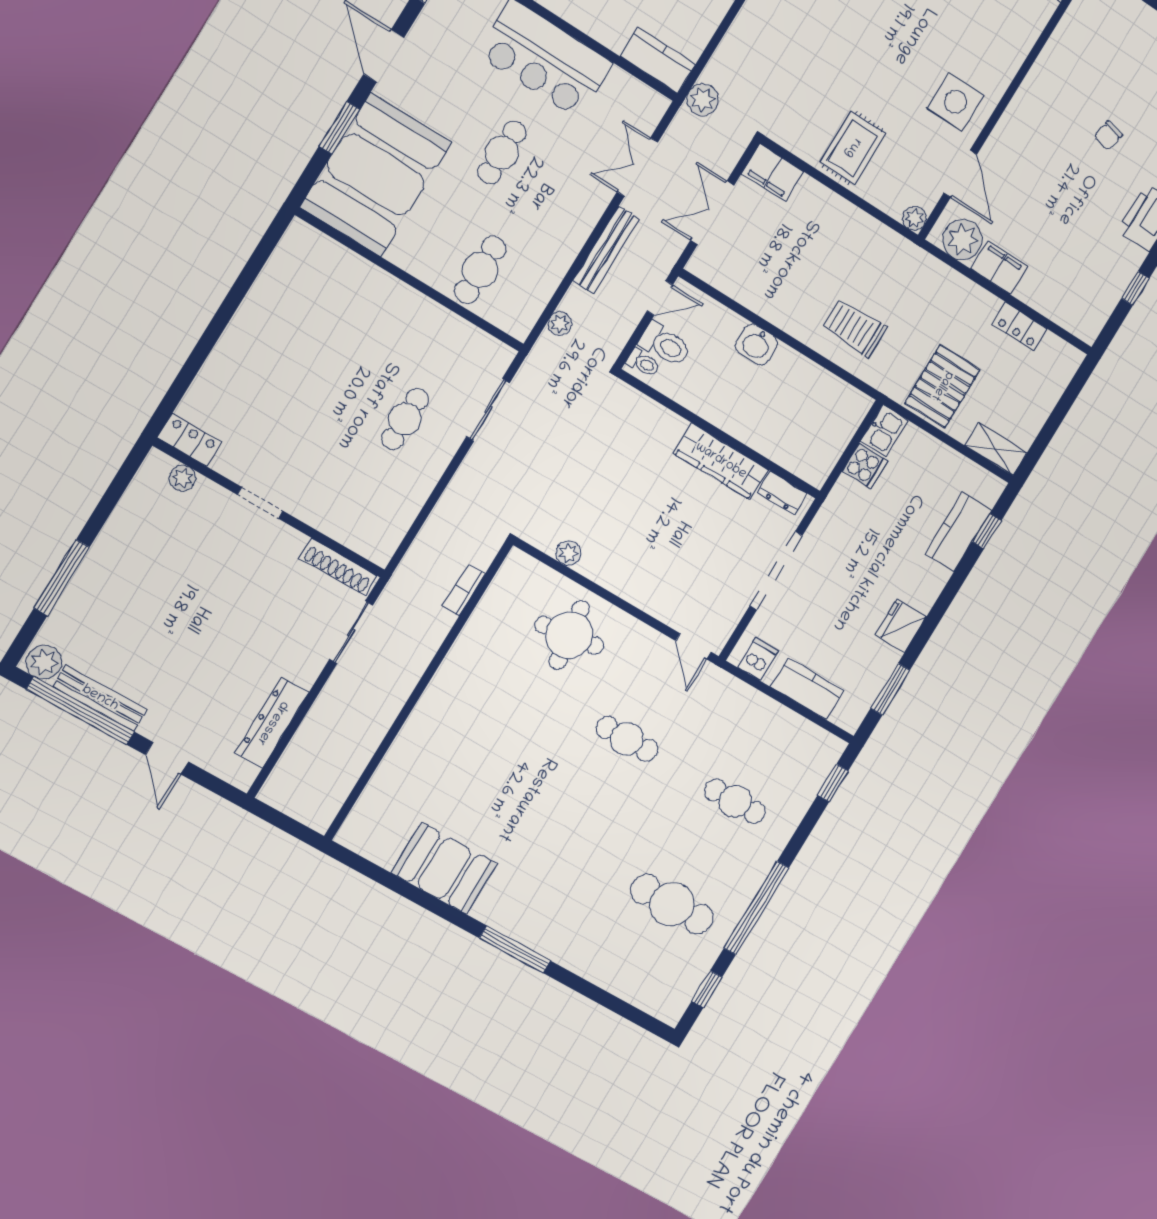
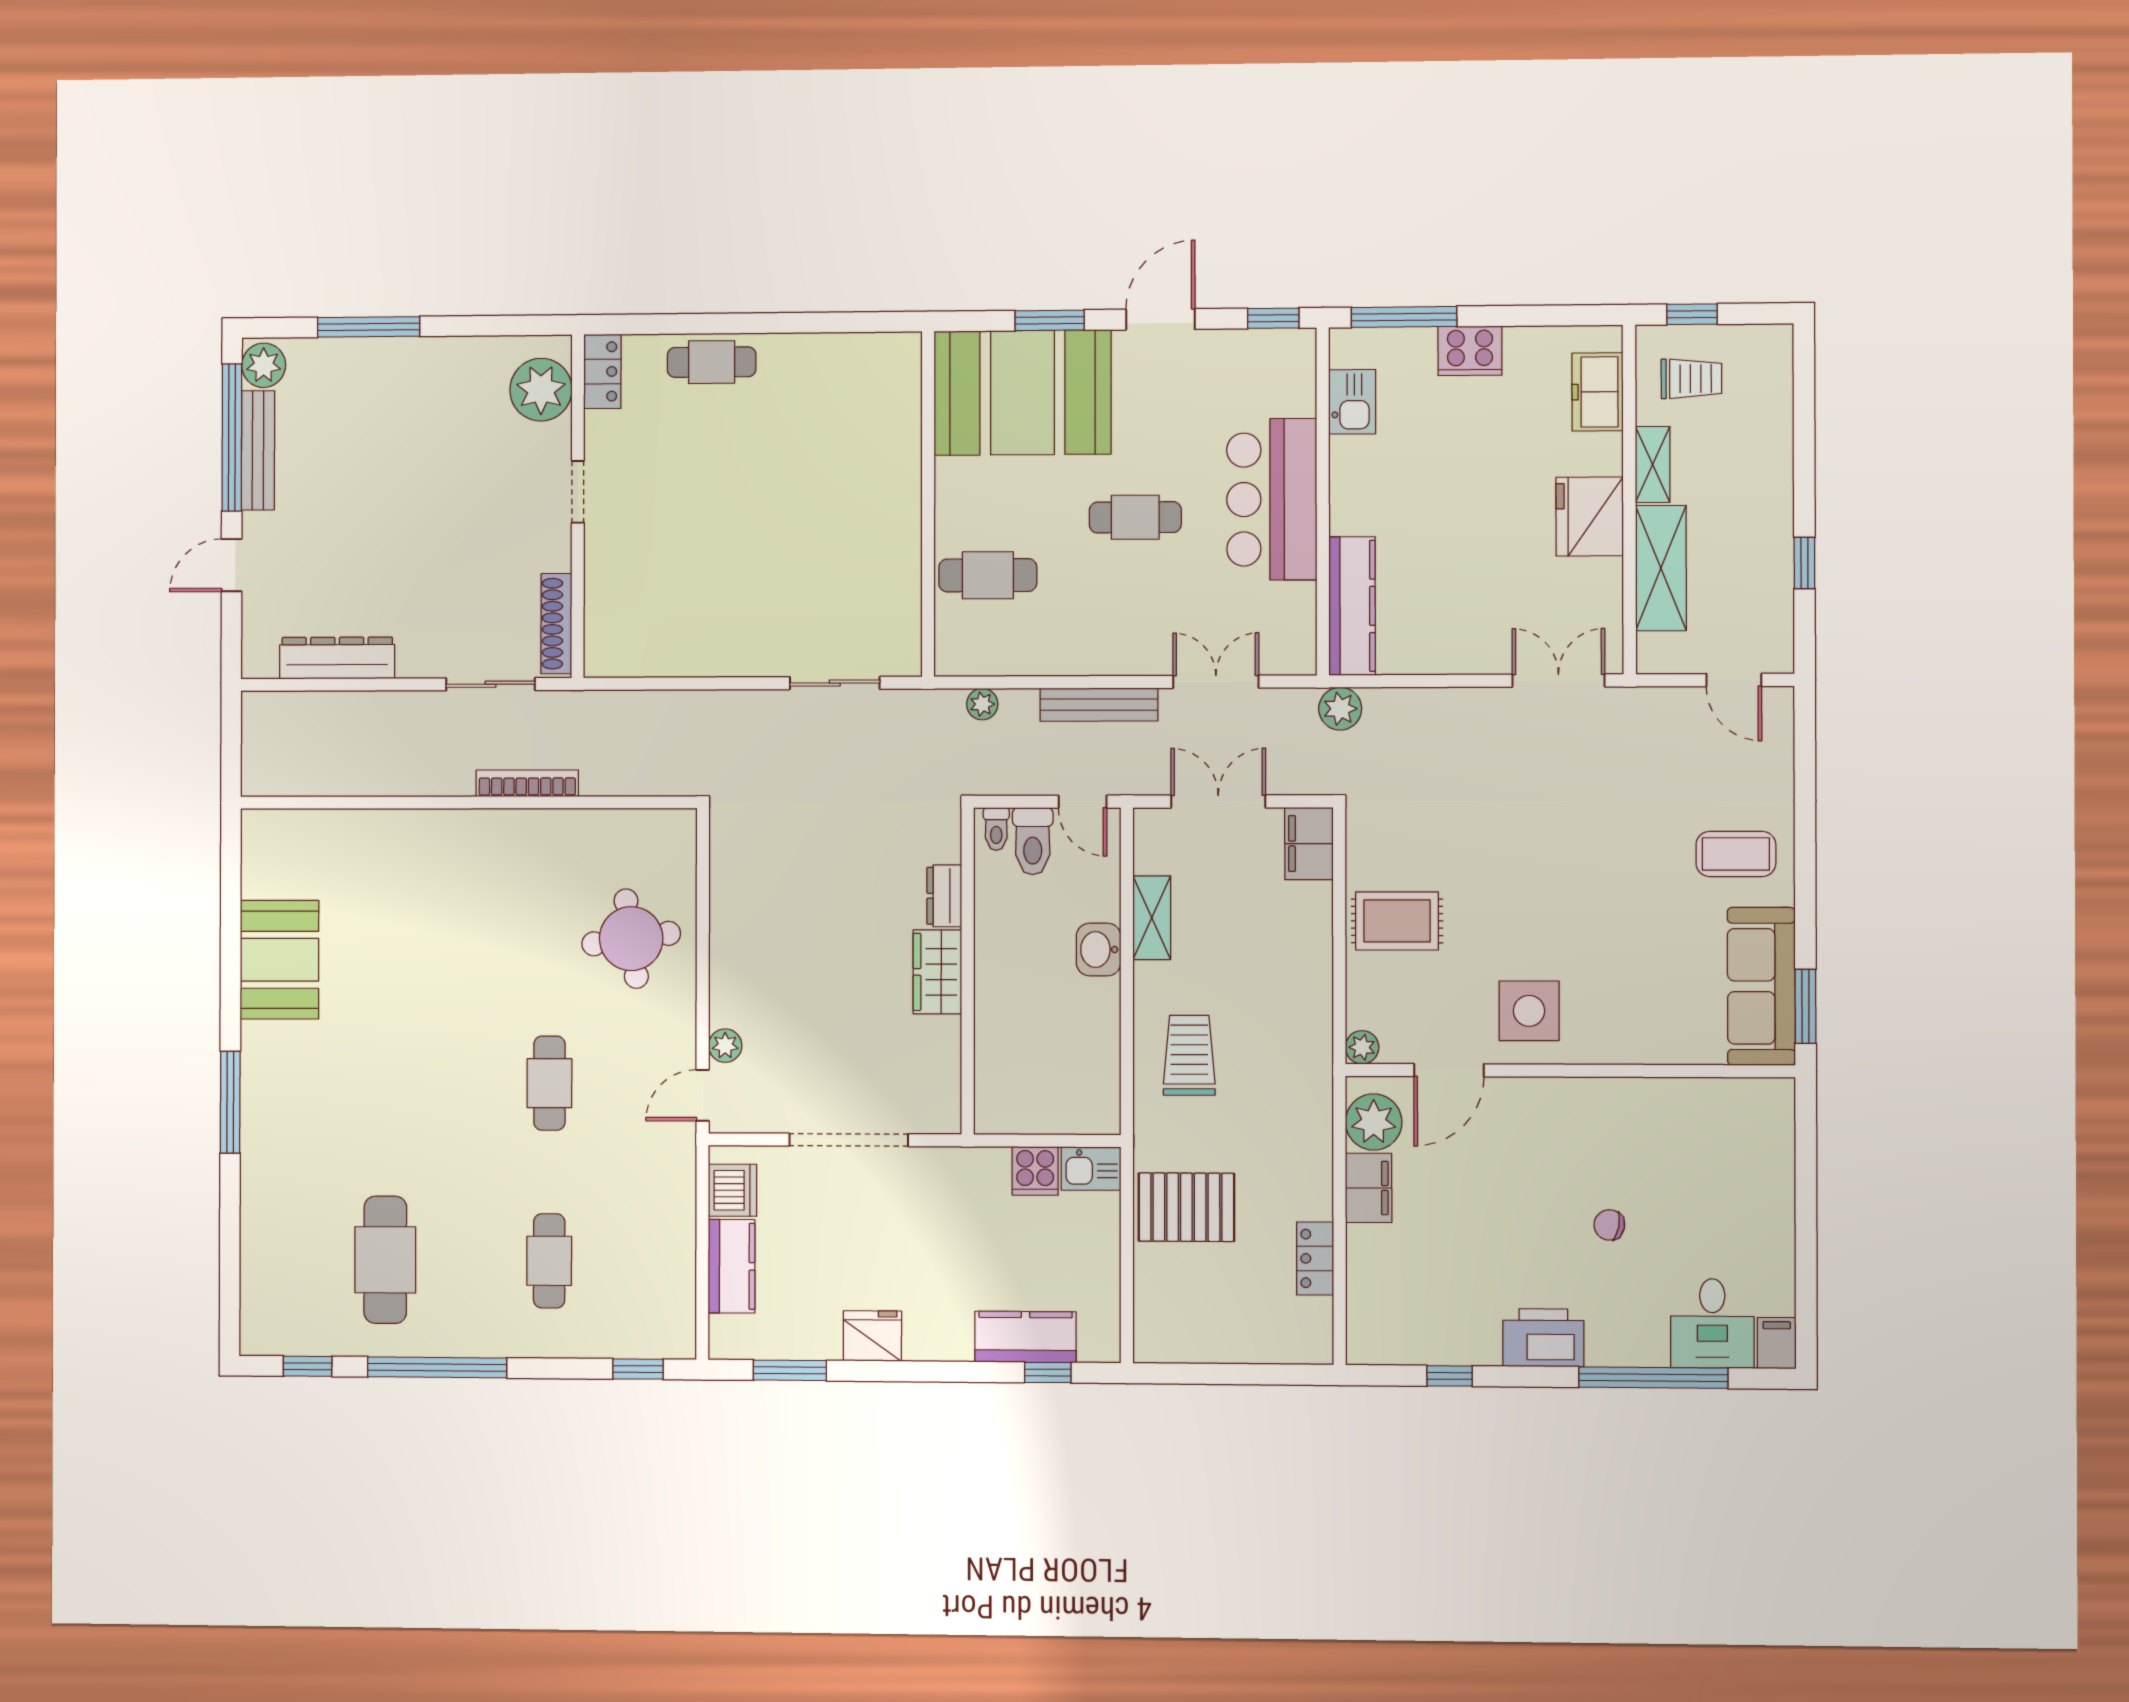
kitchen counter: (658, 60) -> (1352, 606), width x1.50
cafe table: (405, 419) -> (712, 362), moved
shelving: (996, 449) -> (1152, 918), moved
wardrobe: (721, 461) -> (937, 972), width x0.67
plant: (182, 478) -> (541, 390), width x1.88, depth x1.88
dresser: (782, 493) -> (944, 896), moved
plant: (568, 553) -> (725, 1046), moved
bookcase: (464, 590) -> (527, 783), moved, width x1.56
dishwasher: (758, 659) -> (733, 1190), width x1.38

